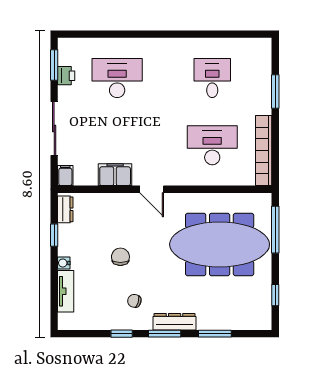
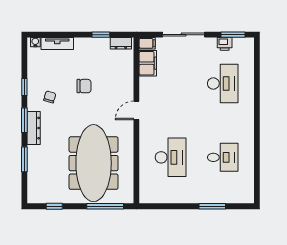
bookcase: (264, 150) -> (167, 197), removed
filing cabinet: (115, 175) -> (148, 63), moved
water cooler: (64, 263) -> (35, 42), moved

